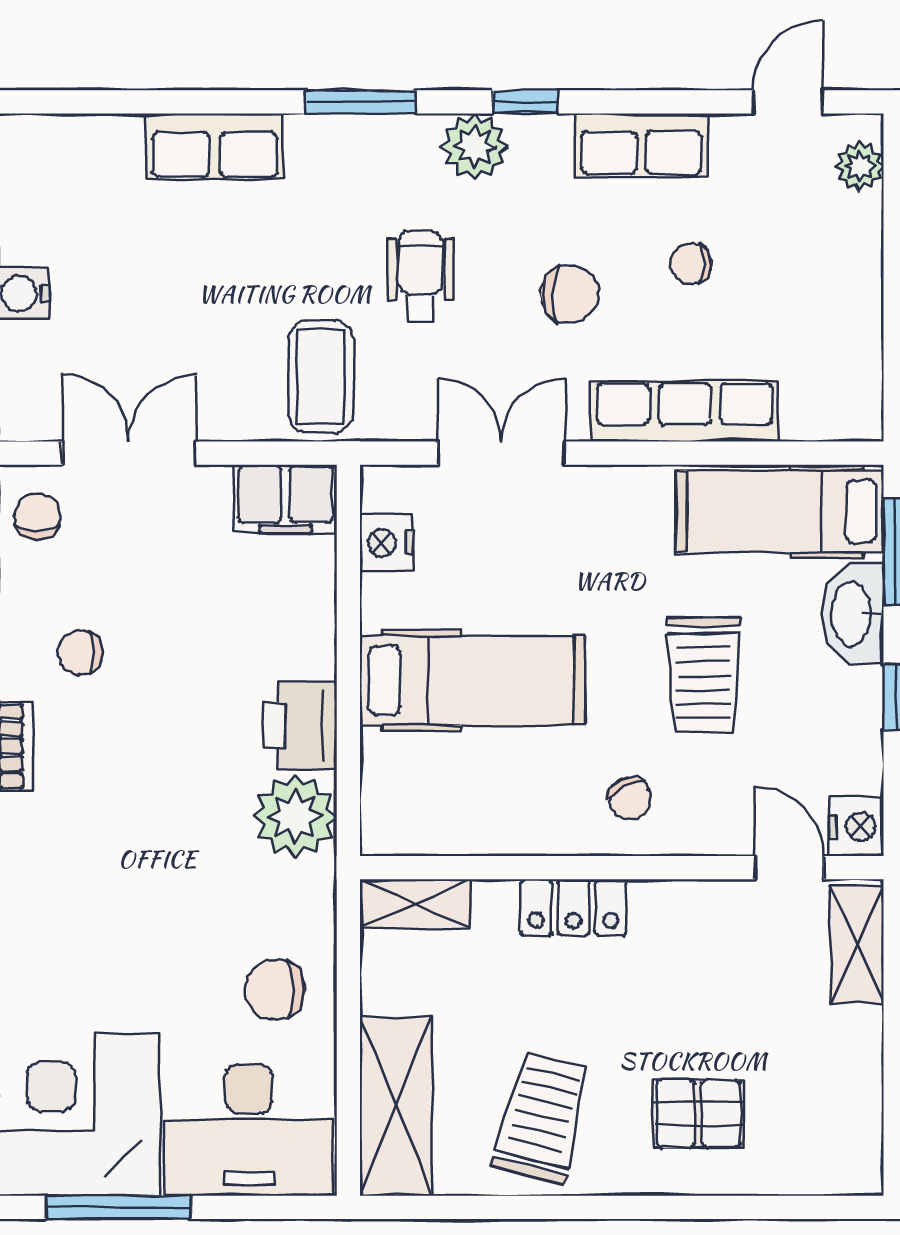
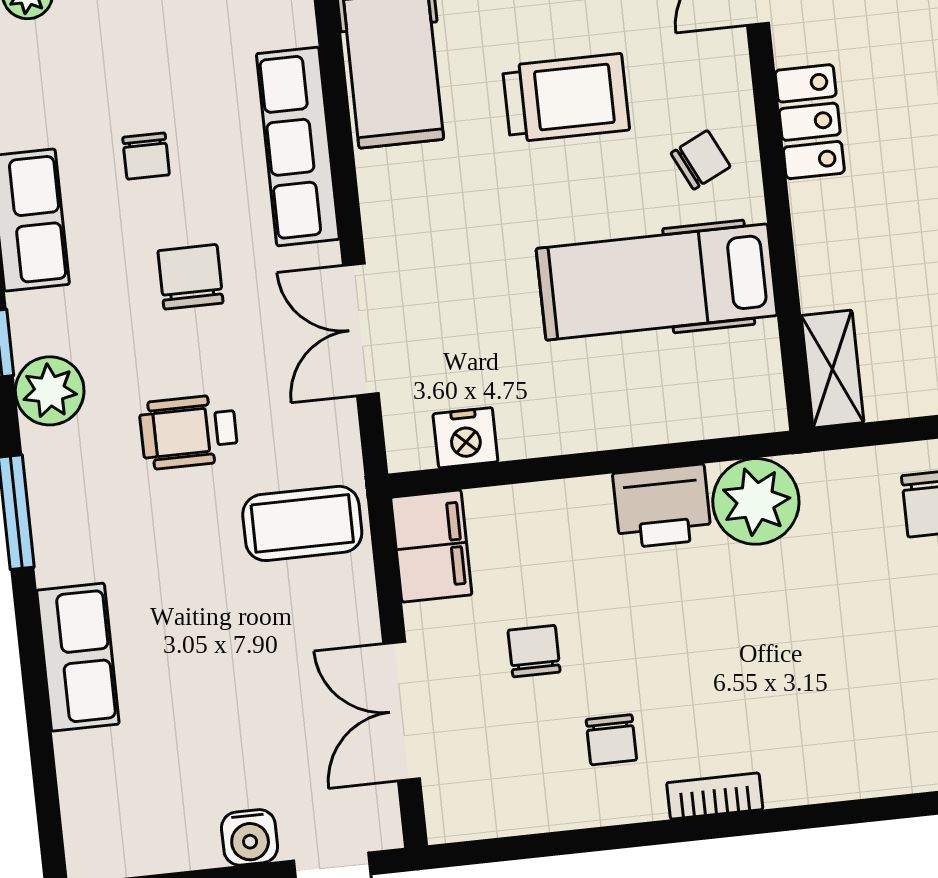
chair: (37, 516) -> (534, 651), moved, turned 90
hospital bed: (473, 680) -> (657, 282), moved, turned -90
locker: (573, 907) -> (810, 122), moved

